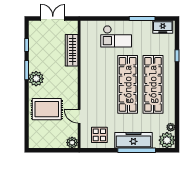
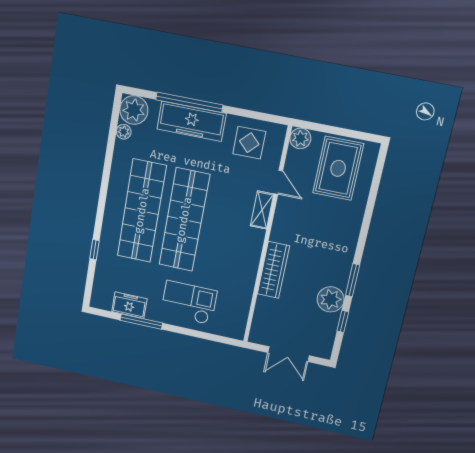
freezer: (163, 27) -> (129, 305), moved
wardrobe: (72, 50) -> (273, 270), moved
plant: (36, 79) -> (331, 299), moved
shelving: (85, 99) -> (262, 210), added
rug: (47, 109) -> (338, 168), moved, turned 90

